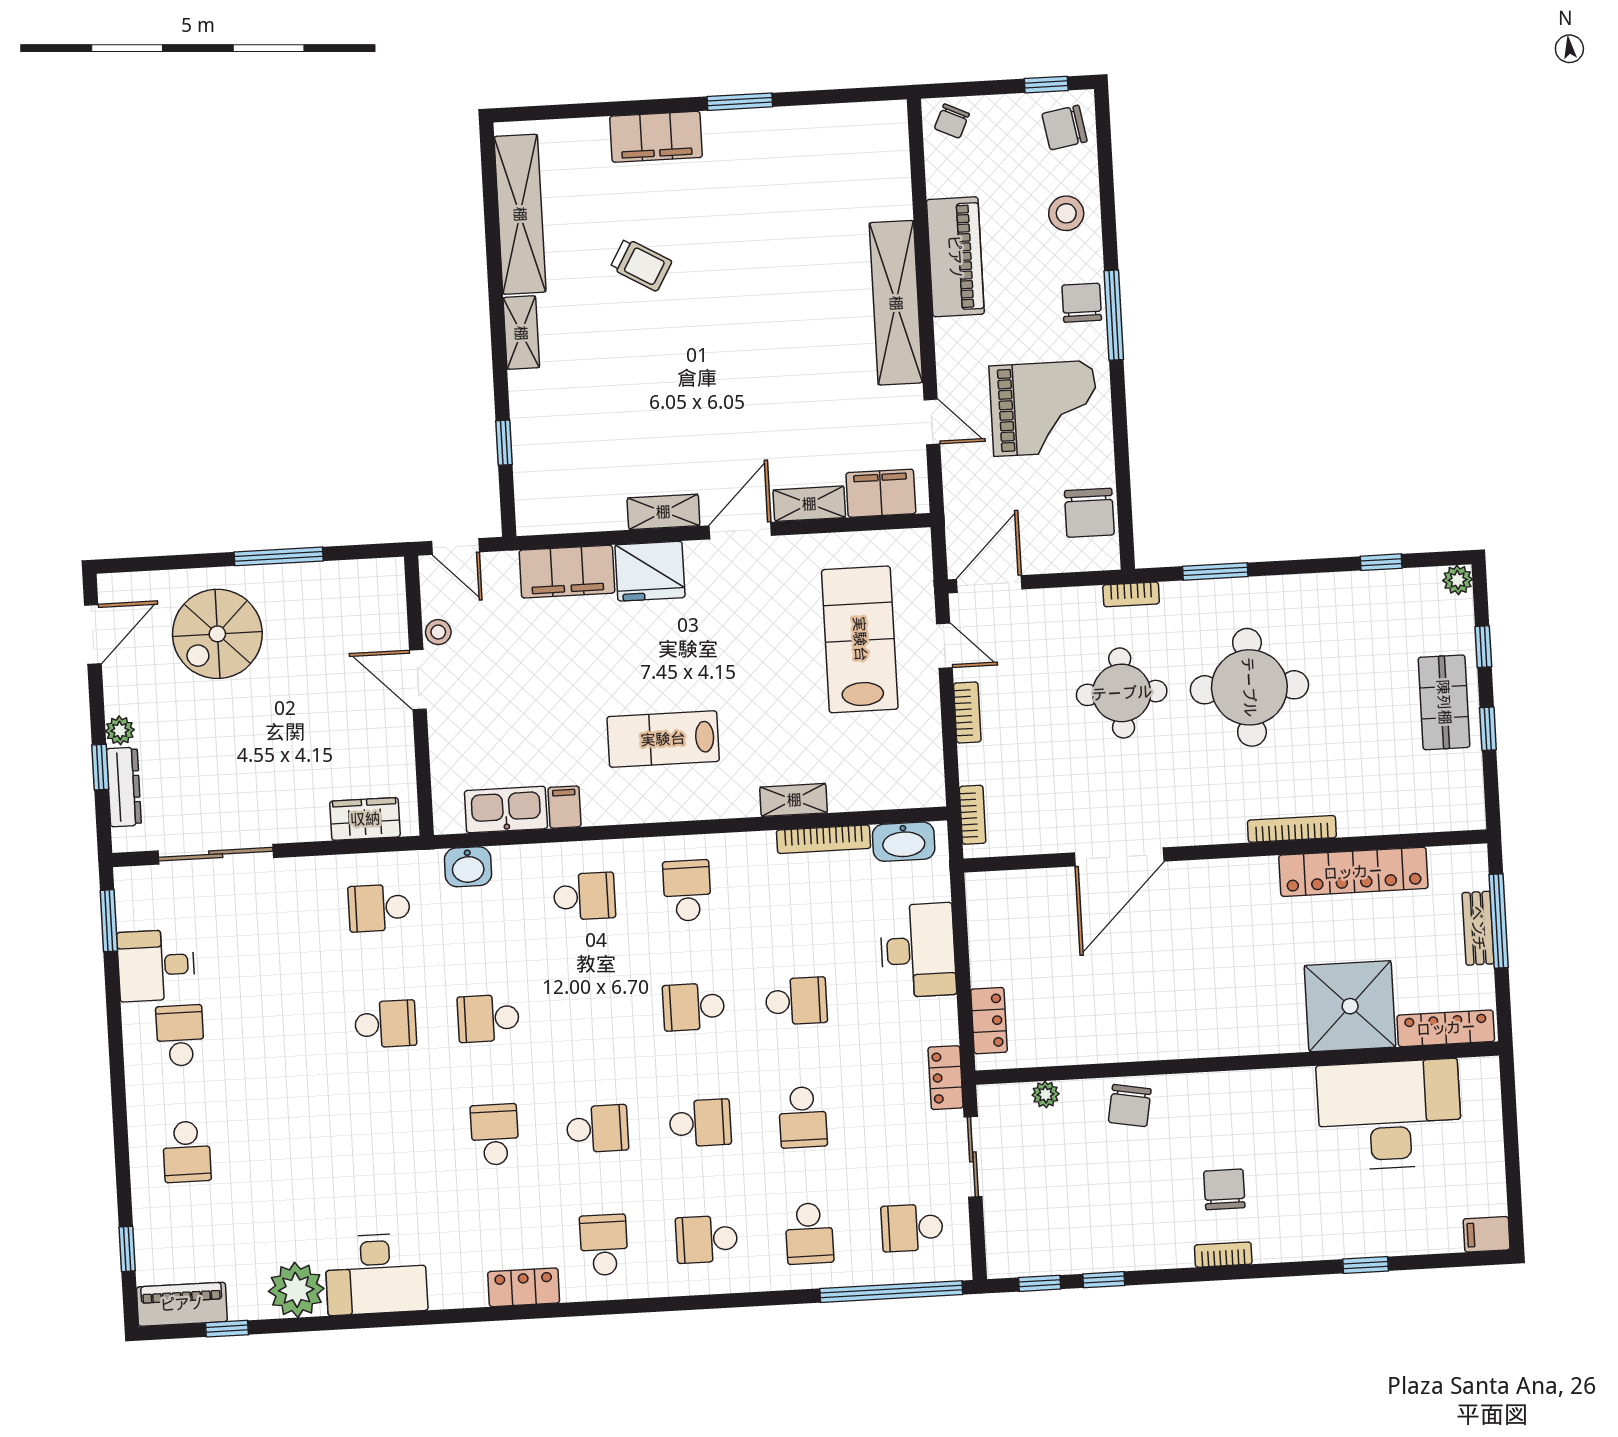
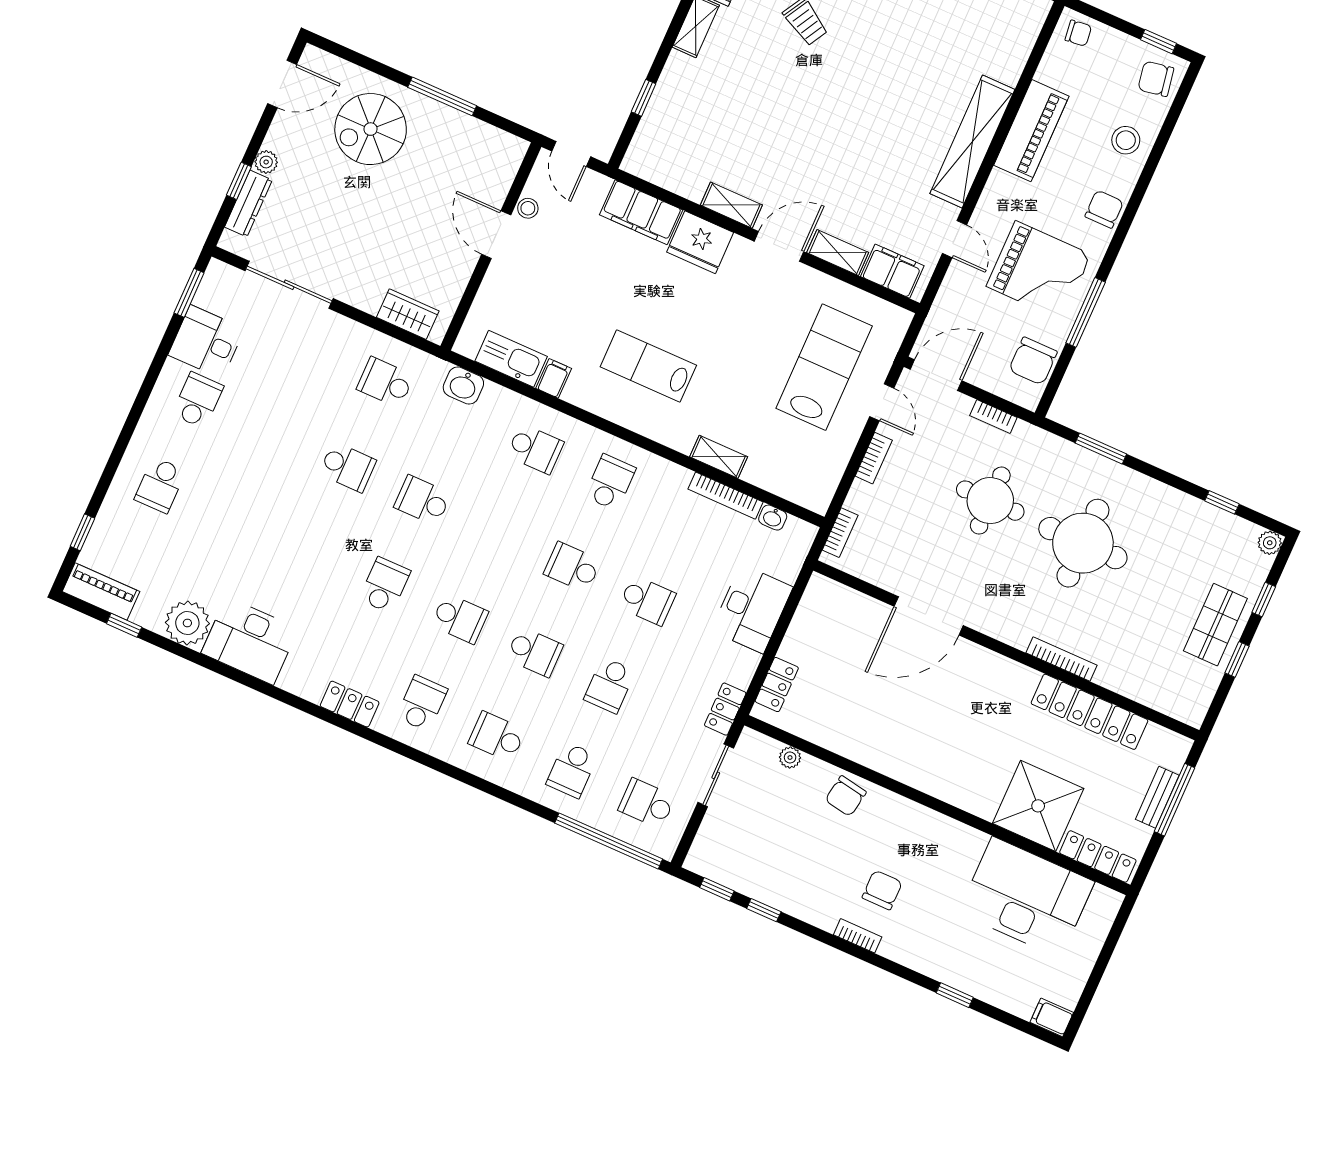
chair: (952, 121) -> (1078, 33), turned -122
window: (1114, 315) -> (1086, 312), moved
bookcase: (1131, 594) -> (993, 416), moved
washbasin: (904, 842) -> (773, 518), width x0.52, depth x0.69

